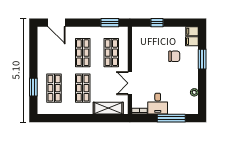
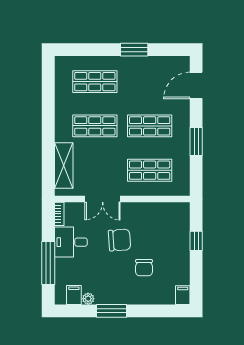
window: (110, 23) -> (196, 142), moved
filing cabinet: (192, 41) -> (74, 295), moved
window: (202, 59) -> (111, 311), moved
chair: (156, 72) -> (119, 240), added
double door: (130, 83) -> (103, 199), swing flipped
window: (33, 87) -> (134, 50), moved

